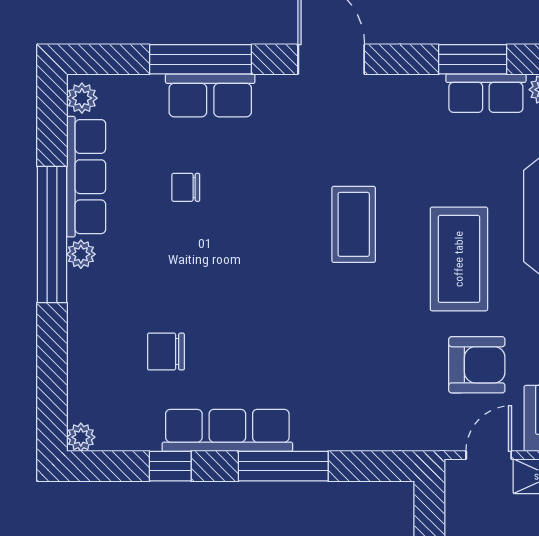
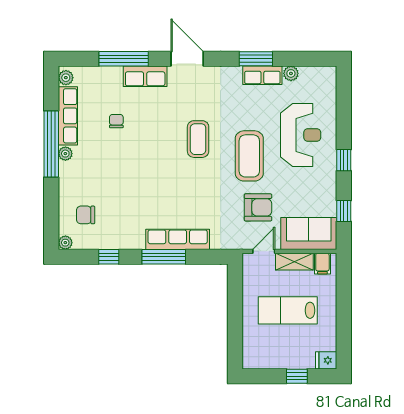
row of seats: (210, 95) -> (145, 76), moved
chair: (186, 187) -> (116, 121), turned 90
chair: (166, 352) -> (86, 215), moved
row of seats: (227, 430) -> (178, 239), moved

